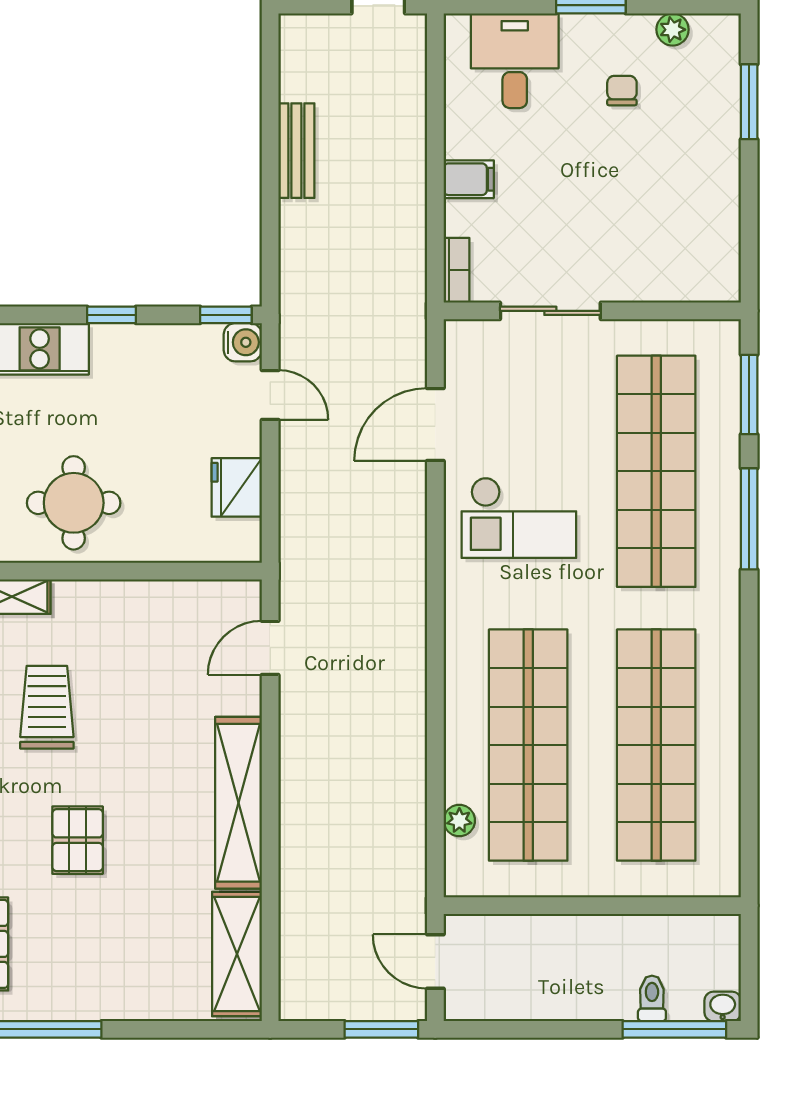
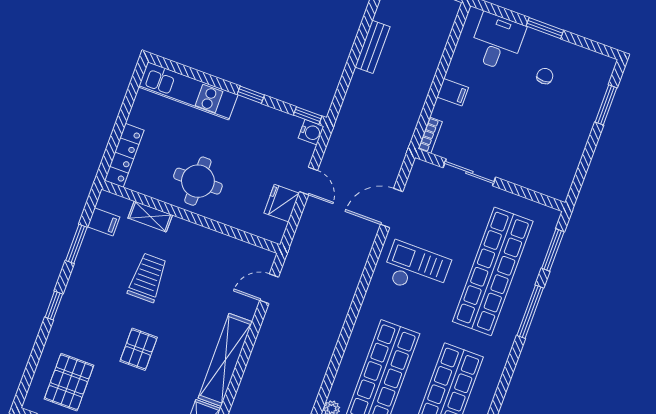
plant: (673, 30) -> (581, 55), removed
door: (270, 395) -> (308, 181), moved
checkout: (519, 518) -> (416, 269), turned 180

